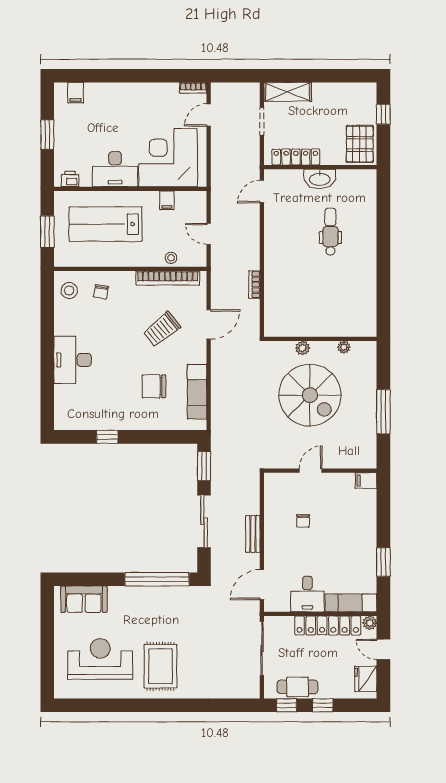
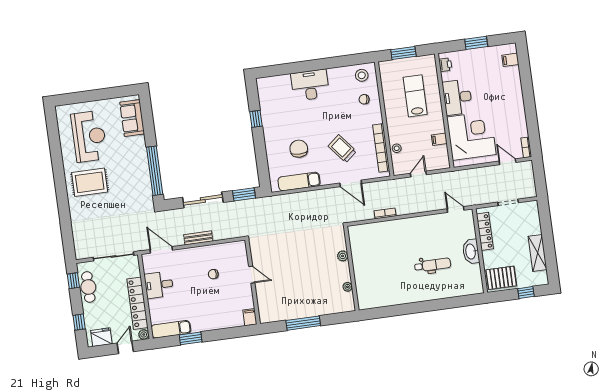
shelving: (288, 92) -> (538, 253), moved
lab bench: (106, 224) -> (415, 96), width x0.73, depth x0.72
spiral stairs: (310, 395) -> (308, 266), removed
exam couch: (351, 603) -> (171, 329), moved, turned -90
window: (323, 705) -> (79, 322), moved

